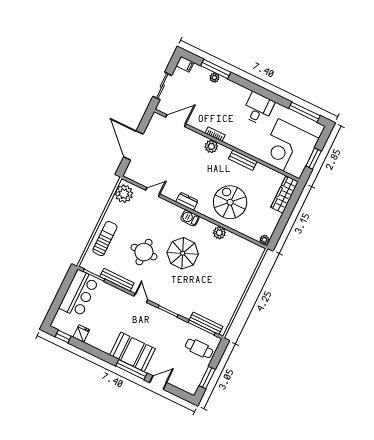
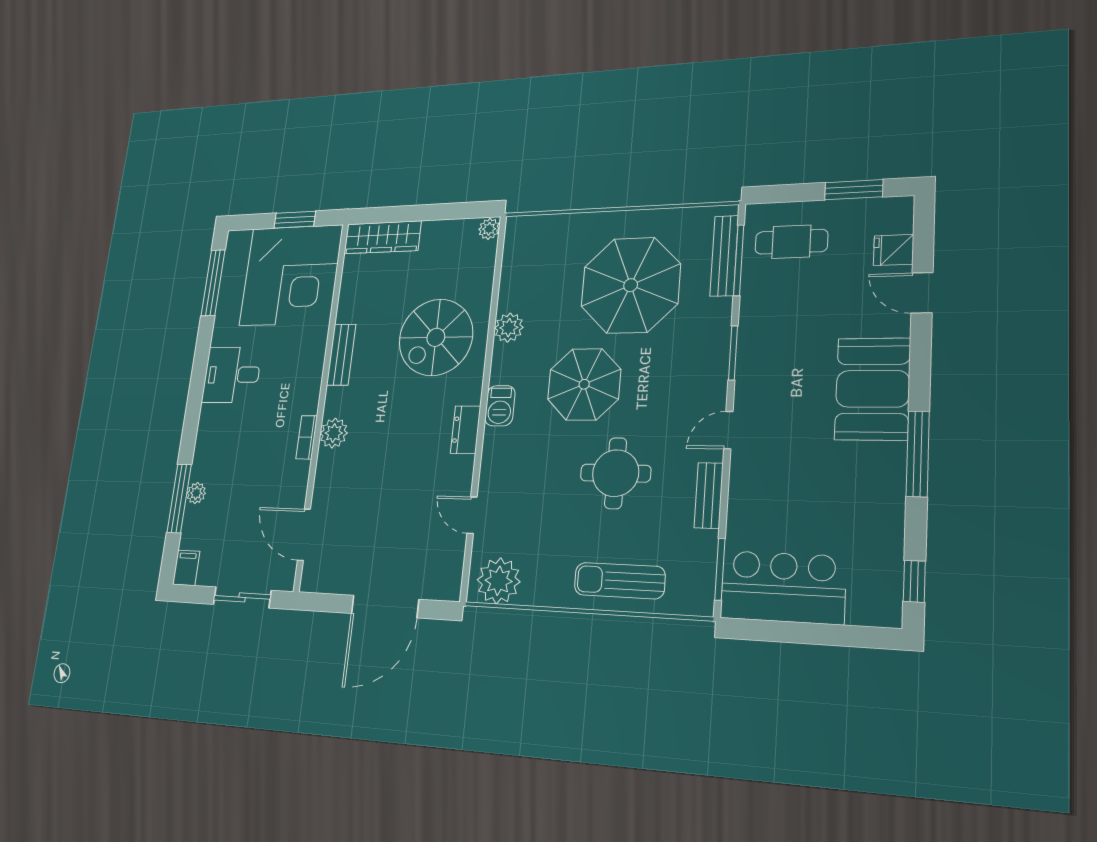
bench: (117, 280) -> (709, 495), width x0.73
parasol: (212, 285) -> (631, 285), added
fridge: (81, 333) -> (894, 250), moved
cafe table: (199, 348) -> (791, 242), turned 90
window: (131, 370) -> (918, 454), moved

